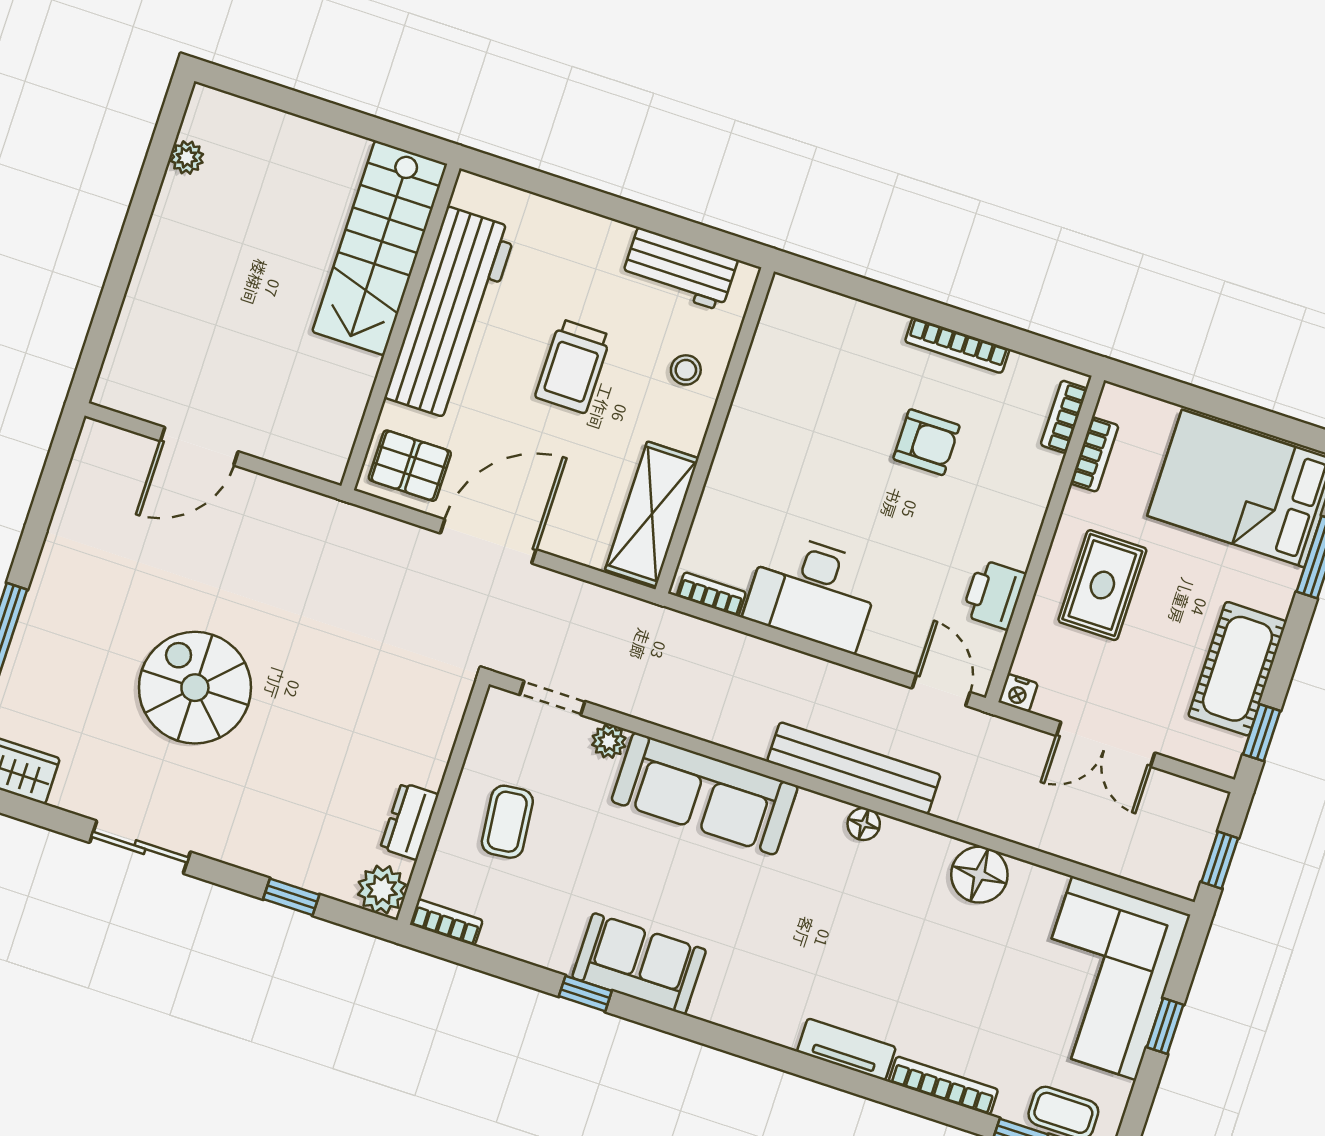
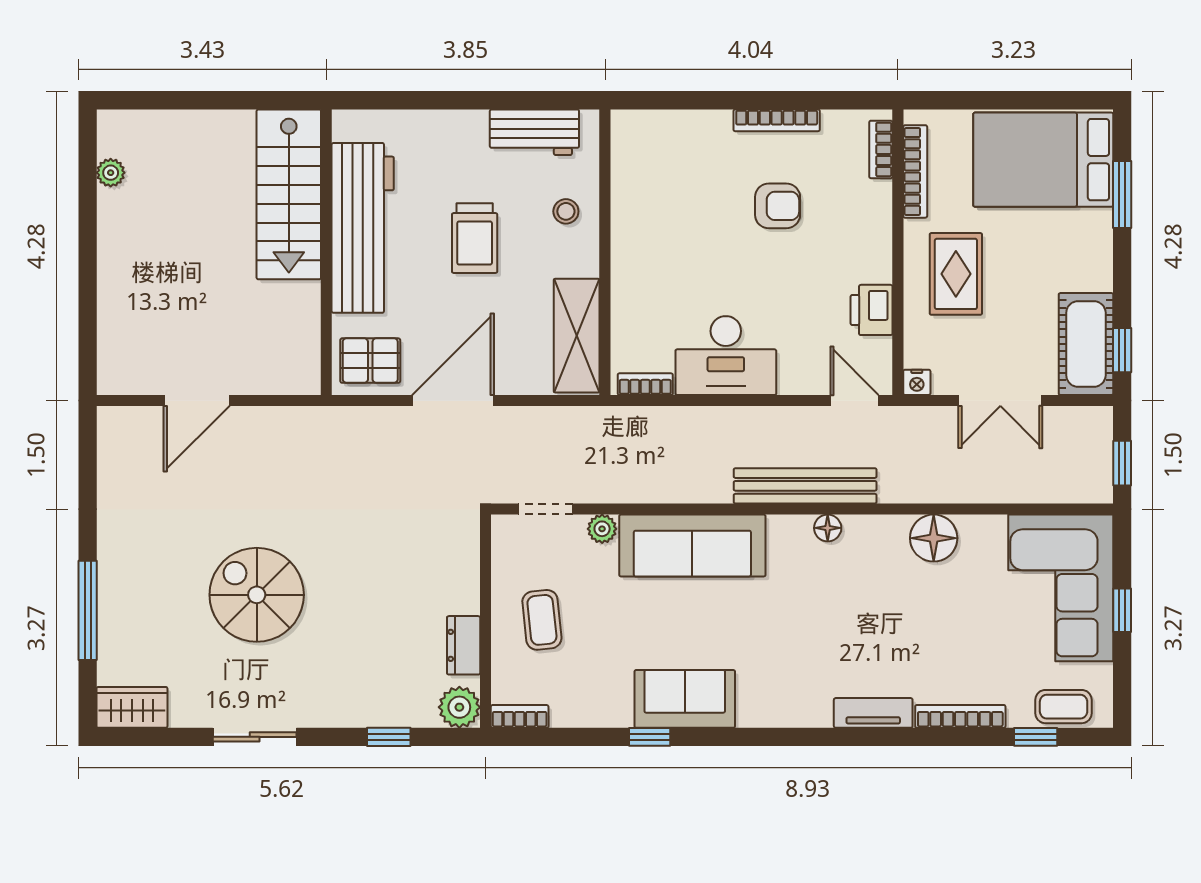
bookcase: (1094, 454) -> (915, 171), width x1.56
cot: (1237, 669) -> (1086, 344), moved

